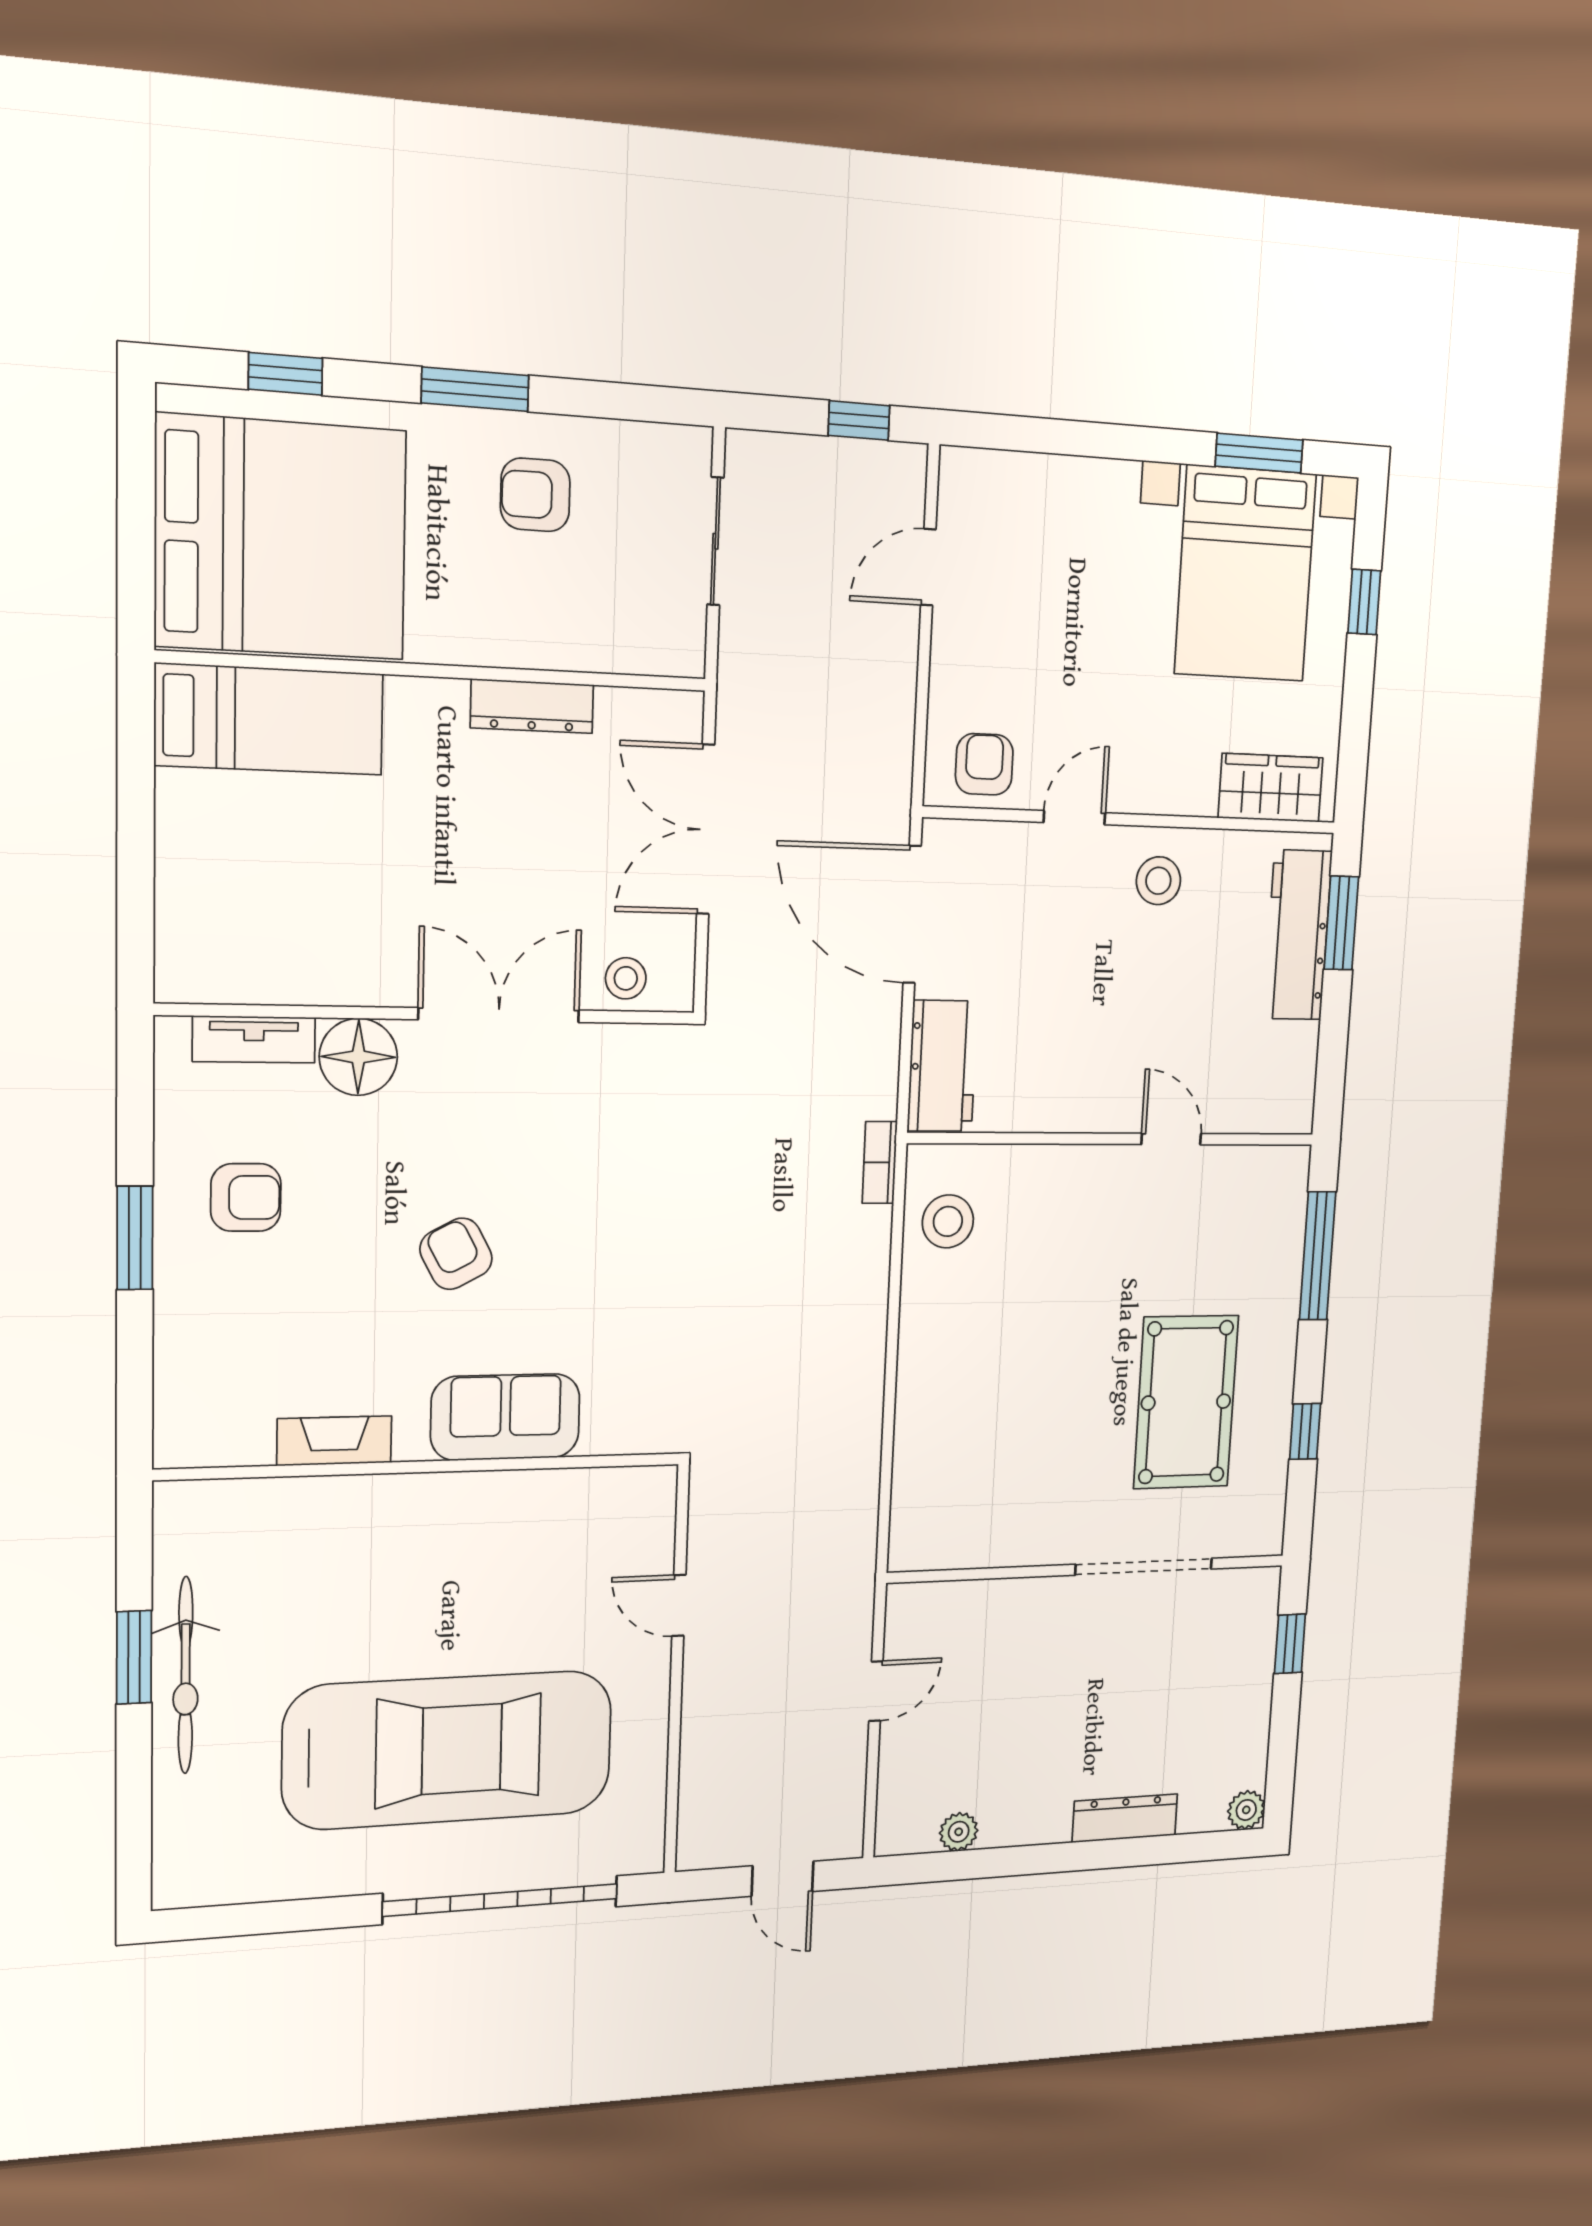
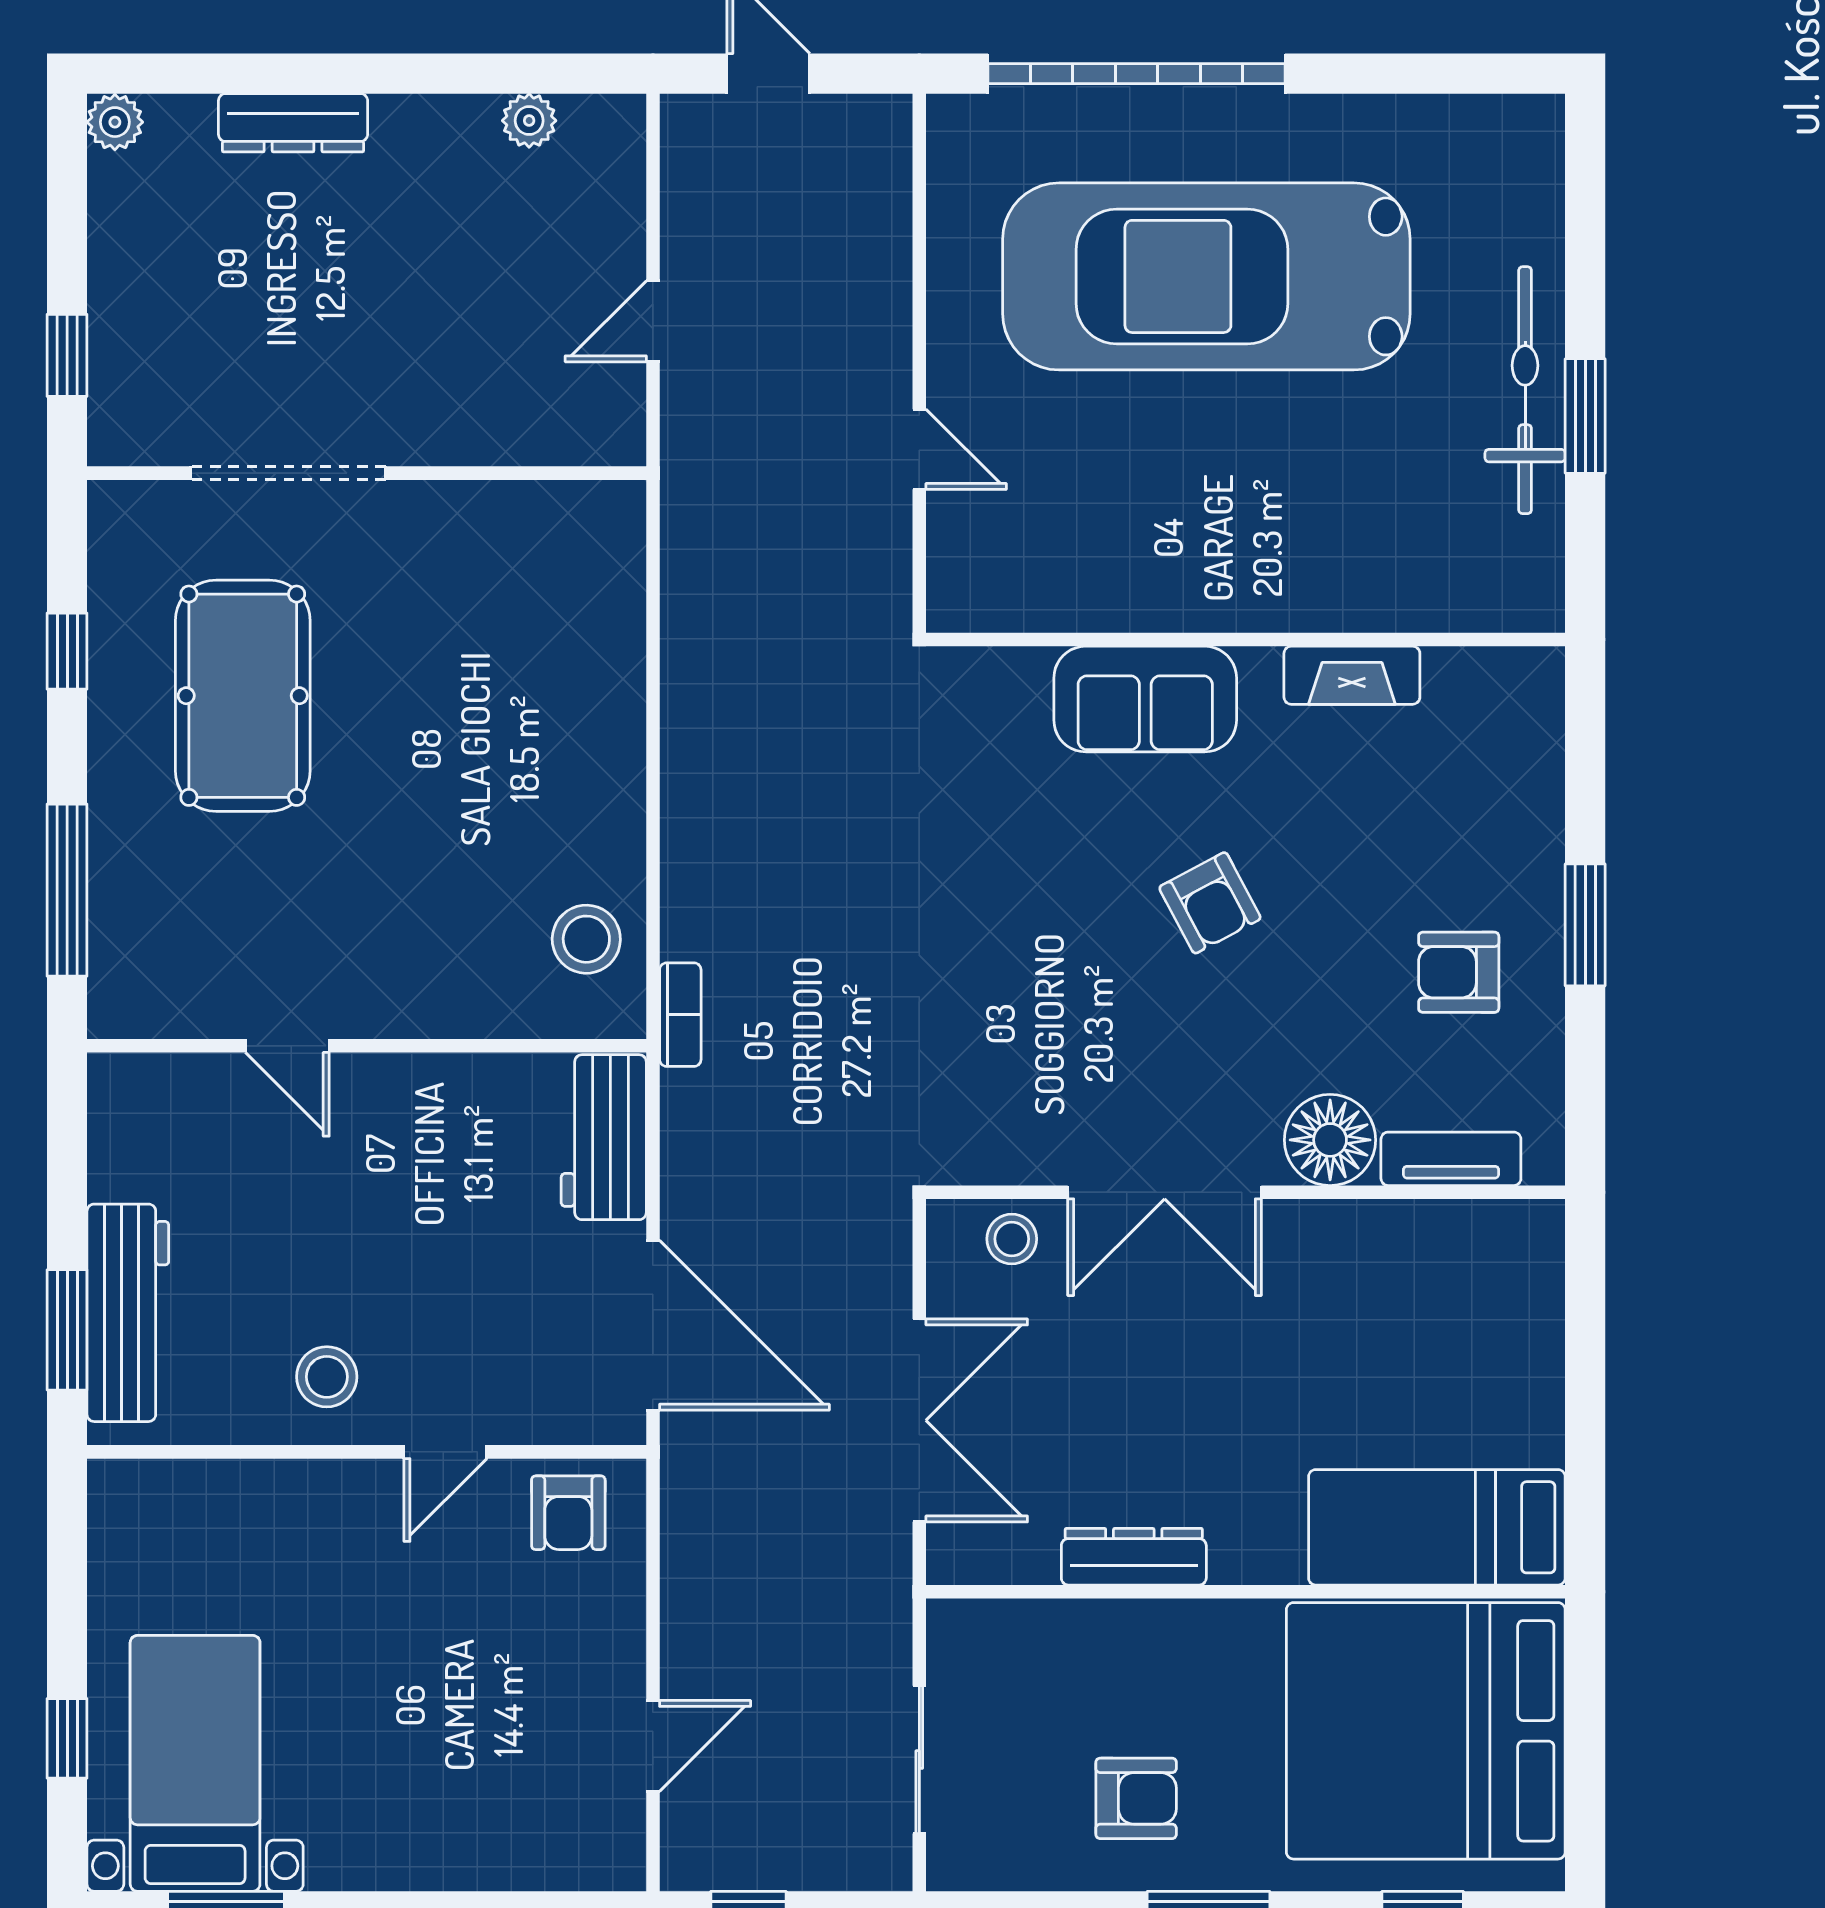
bed with nightstands: (1245, 574) -> (195, 1763), width x0.73
wardrobe: (1271, 788) -> (180, 1499), removed

